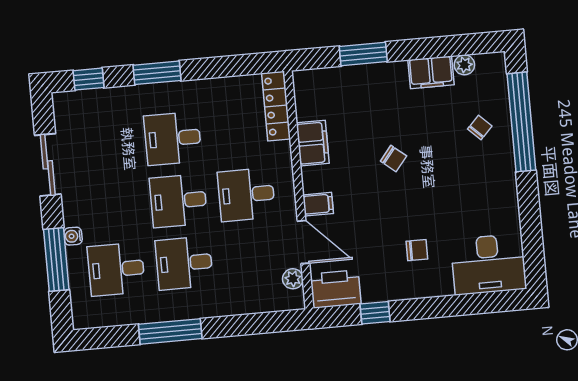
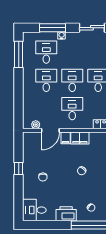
filing cabinet: (313, 143) -> (80, 138), moved
desk: (488, 264) -> (34, 210), width x0.73
printer: (336, 289) -> (66, 214), moved, turned -90
window: (375, 313) -> (19, 169), moved
window: (170, 331) -> (19, 54), moved

